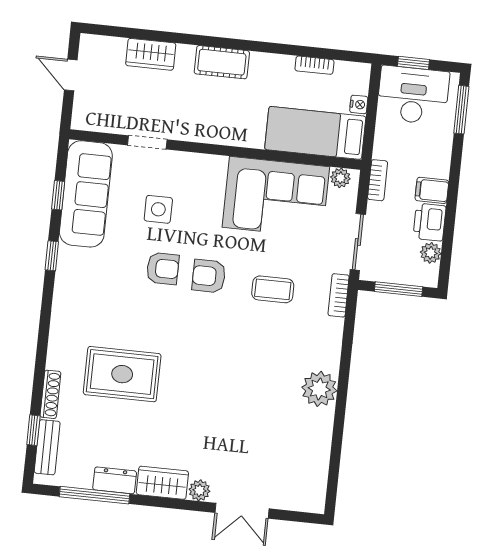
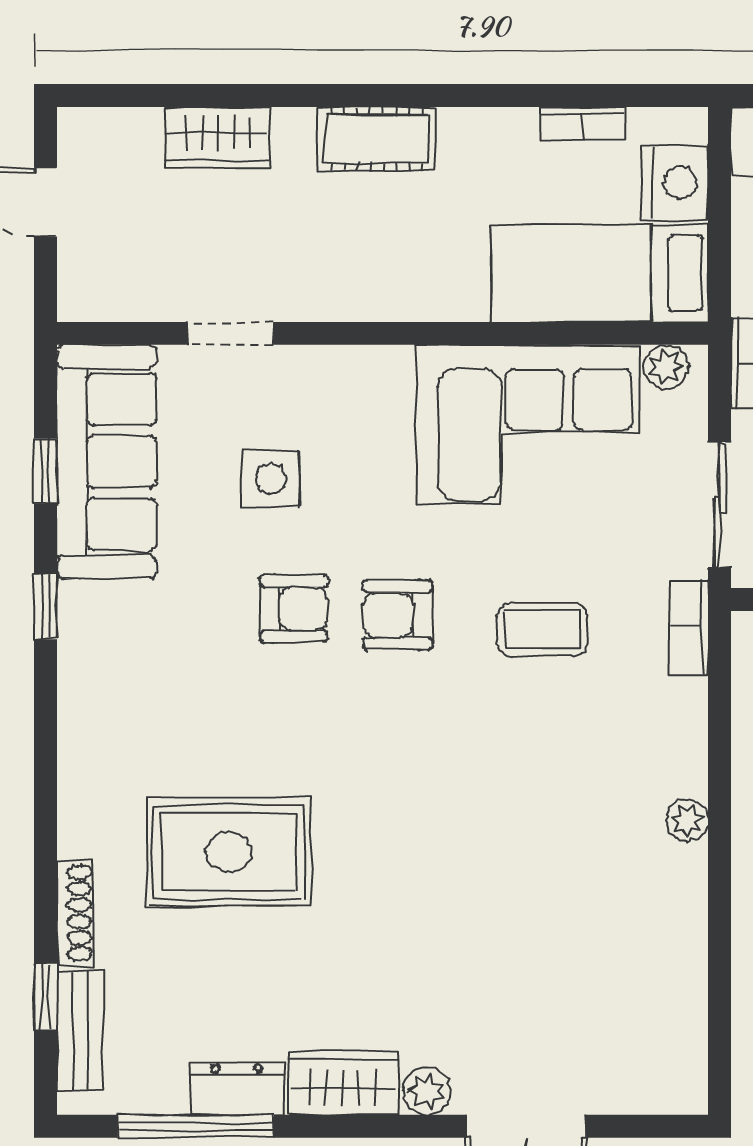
nightstand: (359, 104) -> (675, 183), width x1.89, depth x1.79
plant: (319, 389) -> (687, 820), width x0.53, depth x0.53

